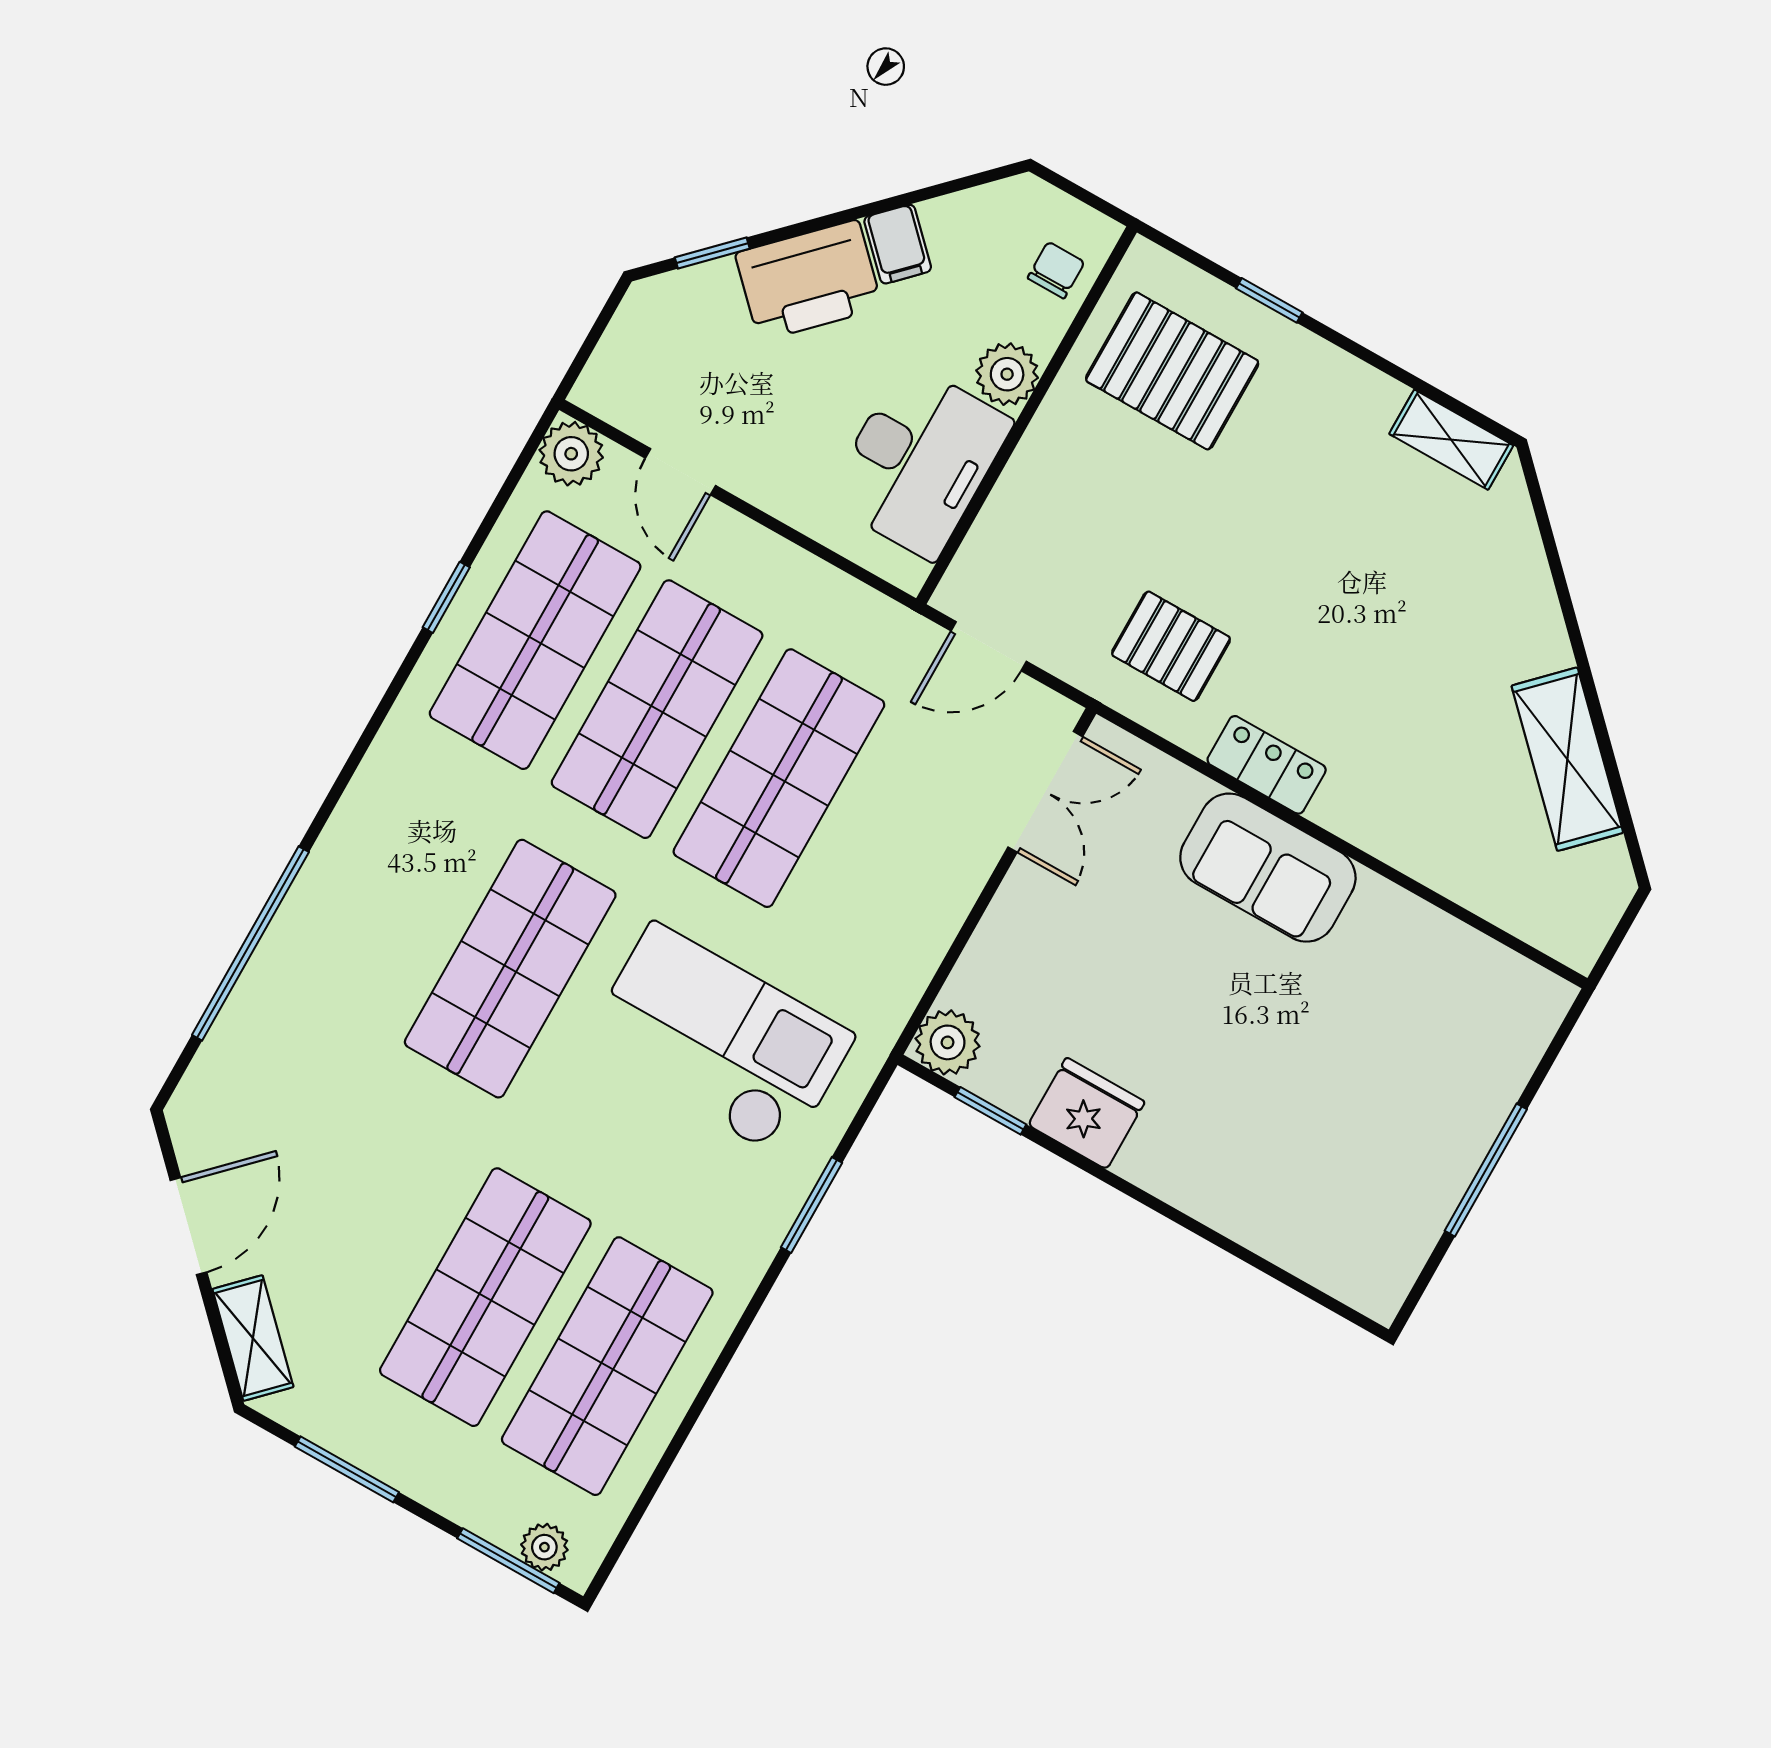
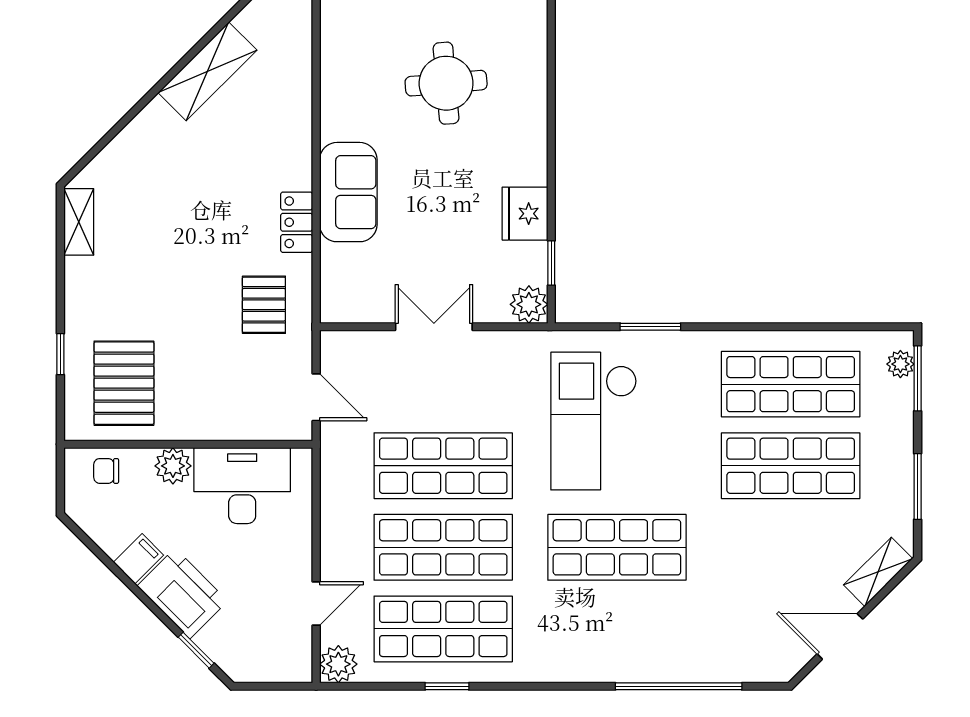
double door: (1045, 792) -> (434, 327), moved
round table: (1348, 1106) -> (446, 83), added

